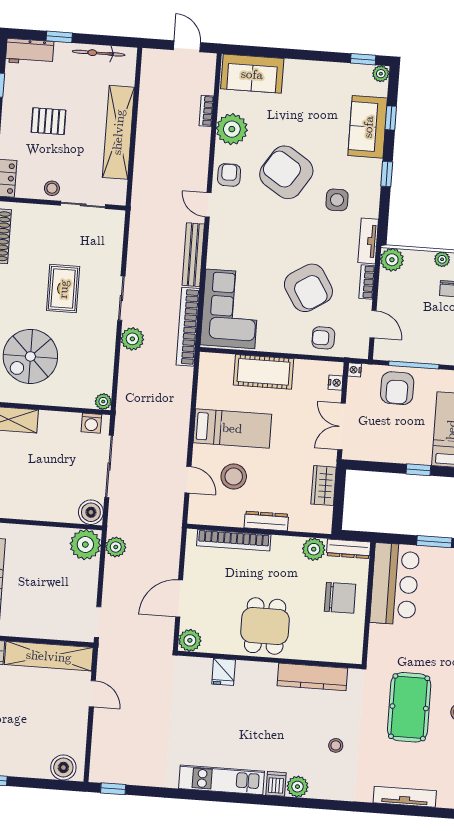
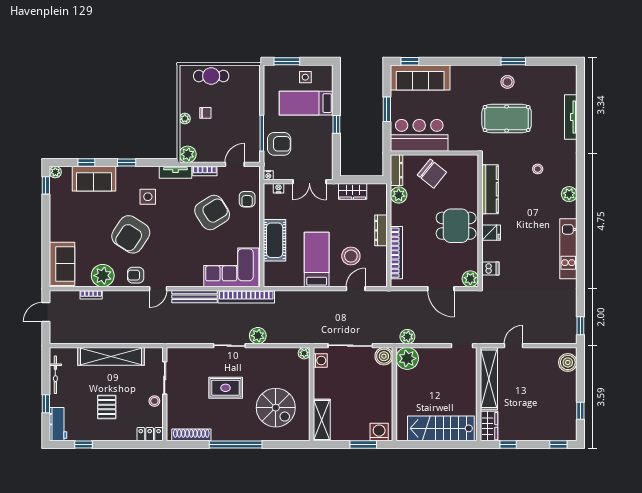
chair: (340, 598) -> (432, 174), turned 129
fridge: (224, 672) -> (491, 233), moved
dishwasher: (276, 784) -> (490, 269), moved, turned 180

